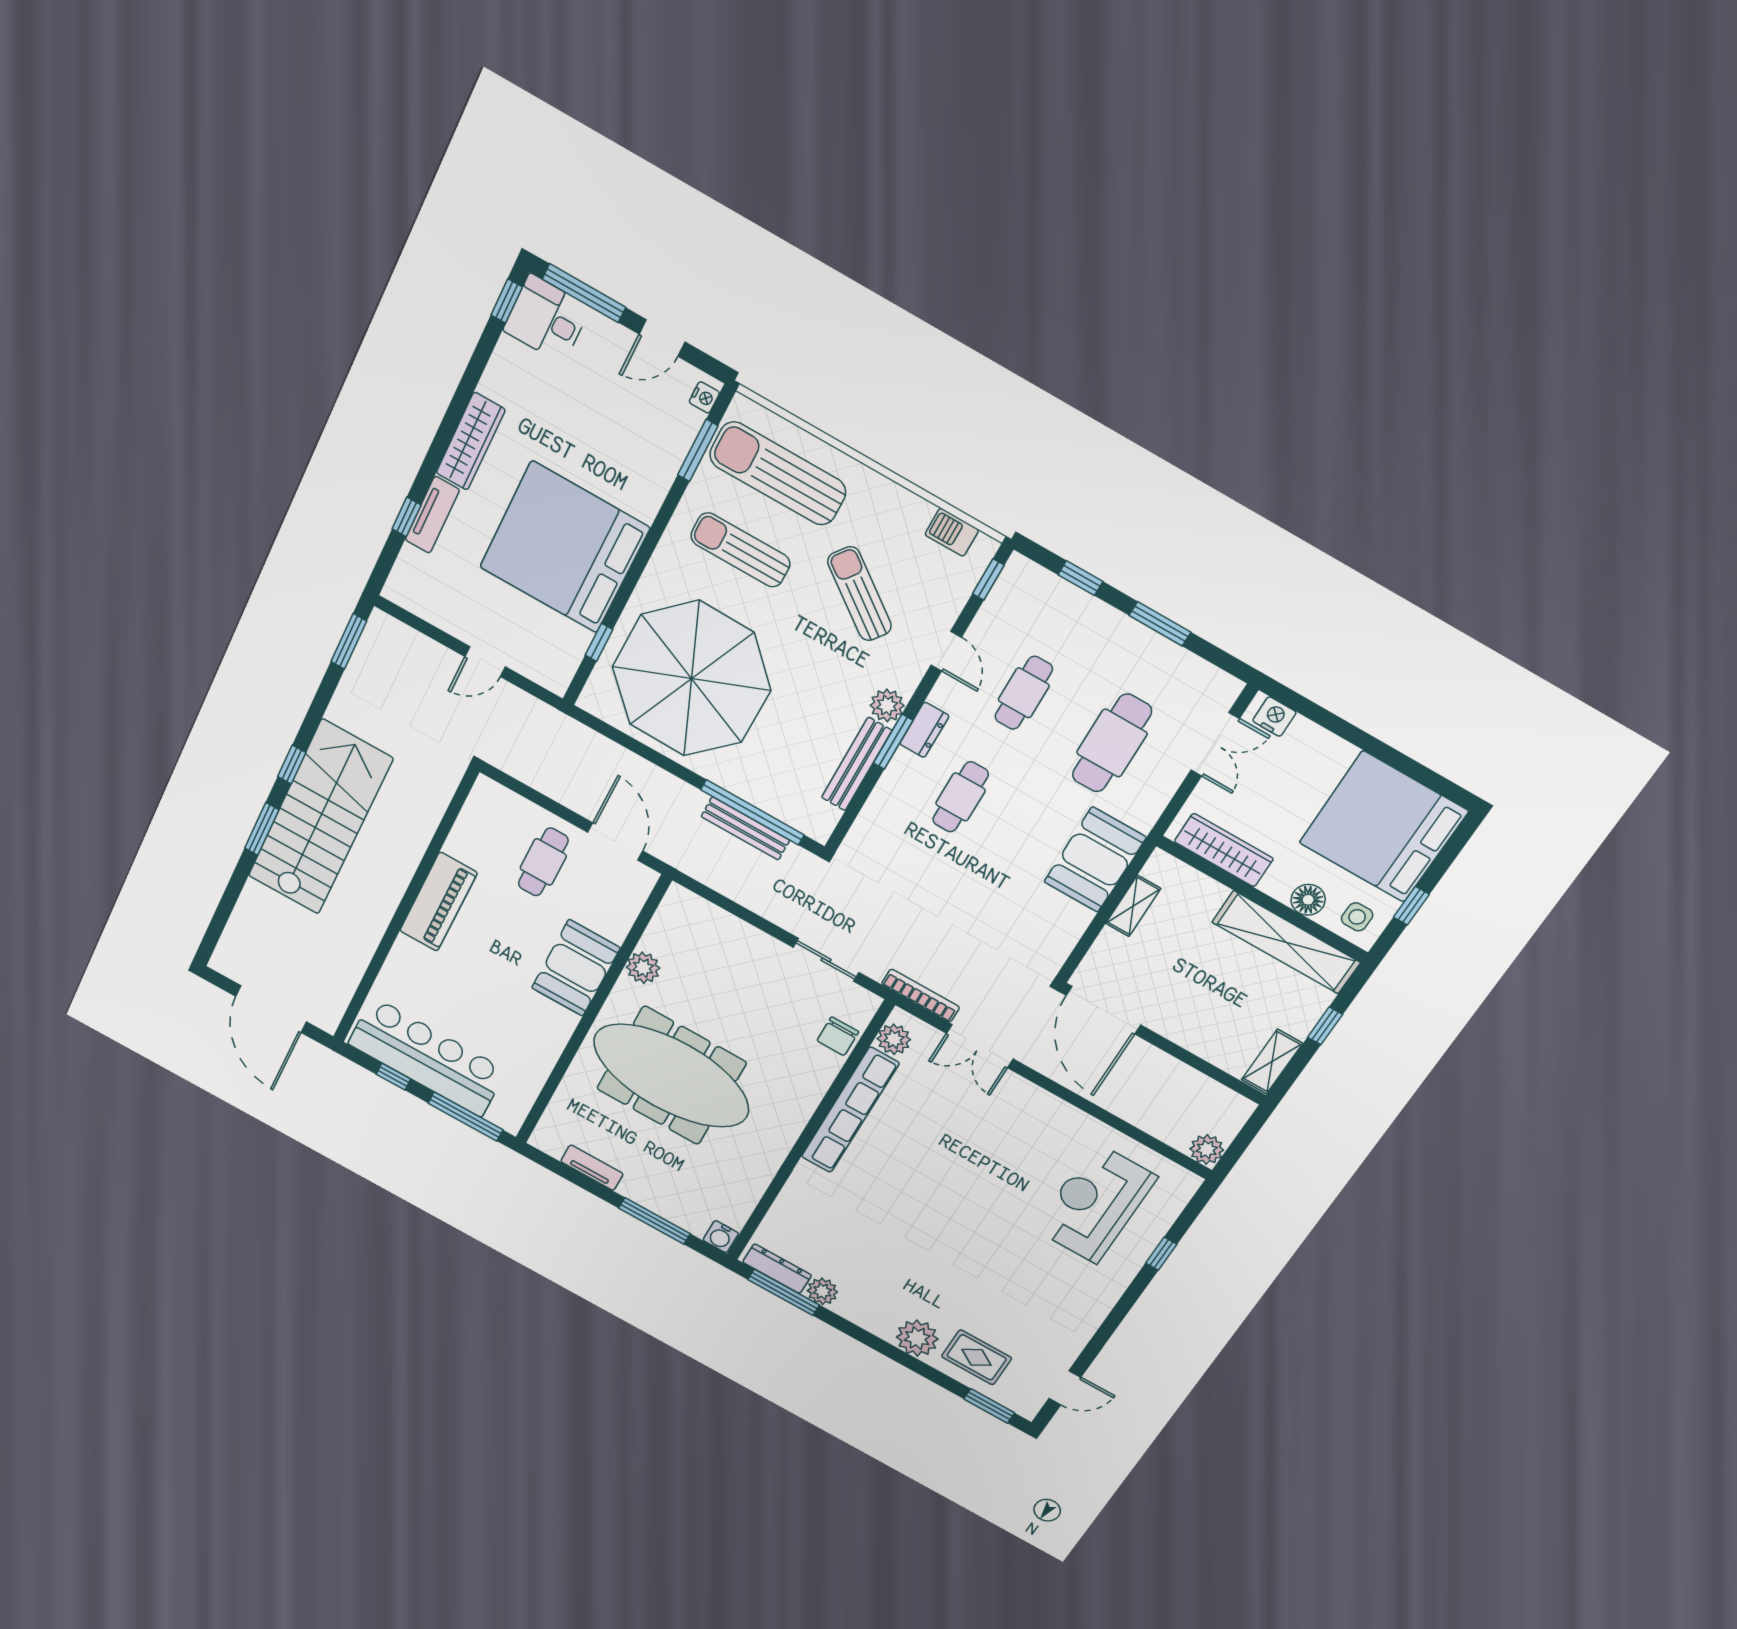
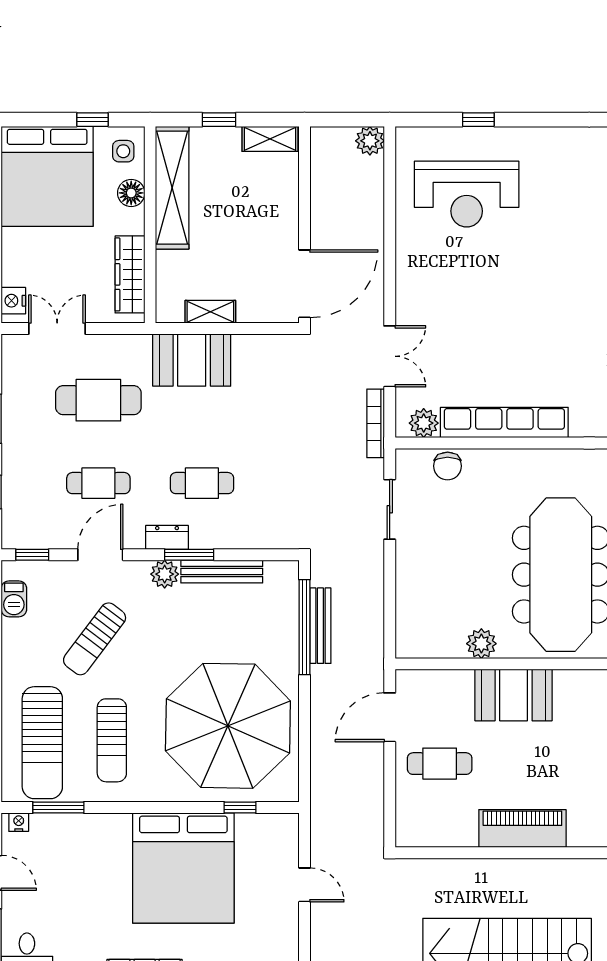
door: (946, 651) -> (100, 555), width x1.38
chair: (838, 1036) -> (448, 466), turned 90

